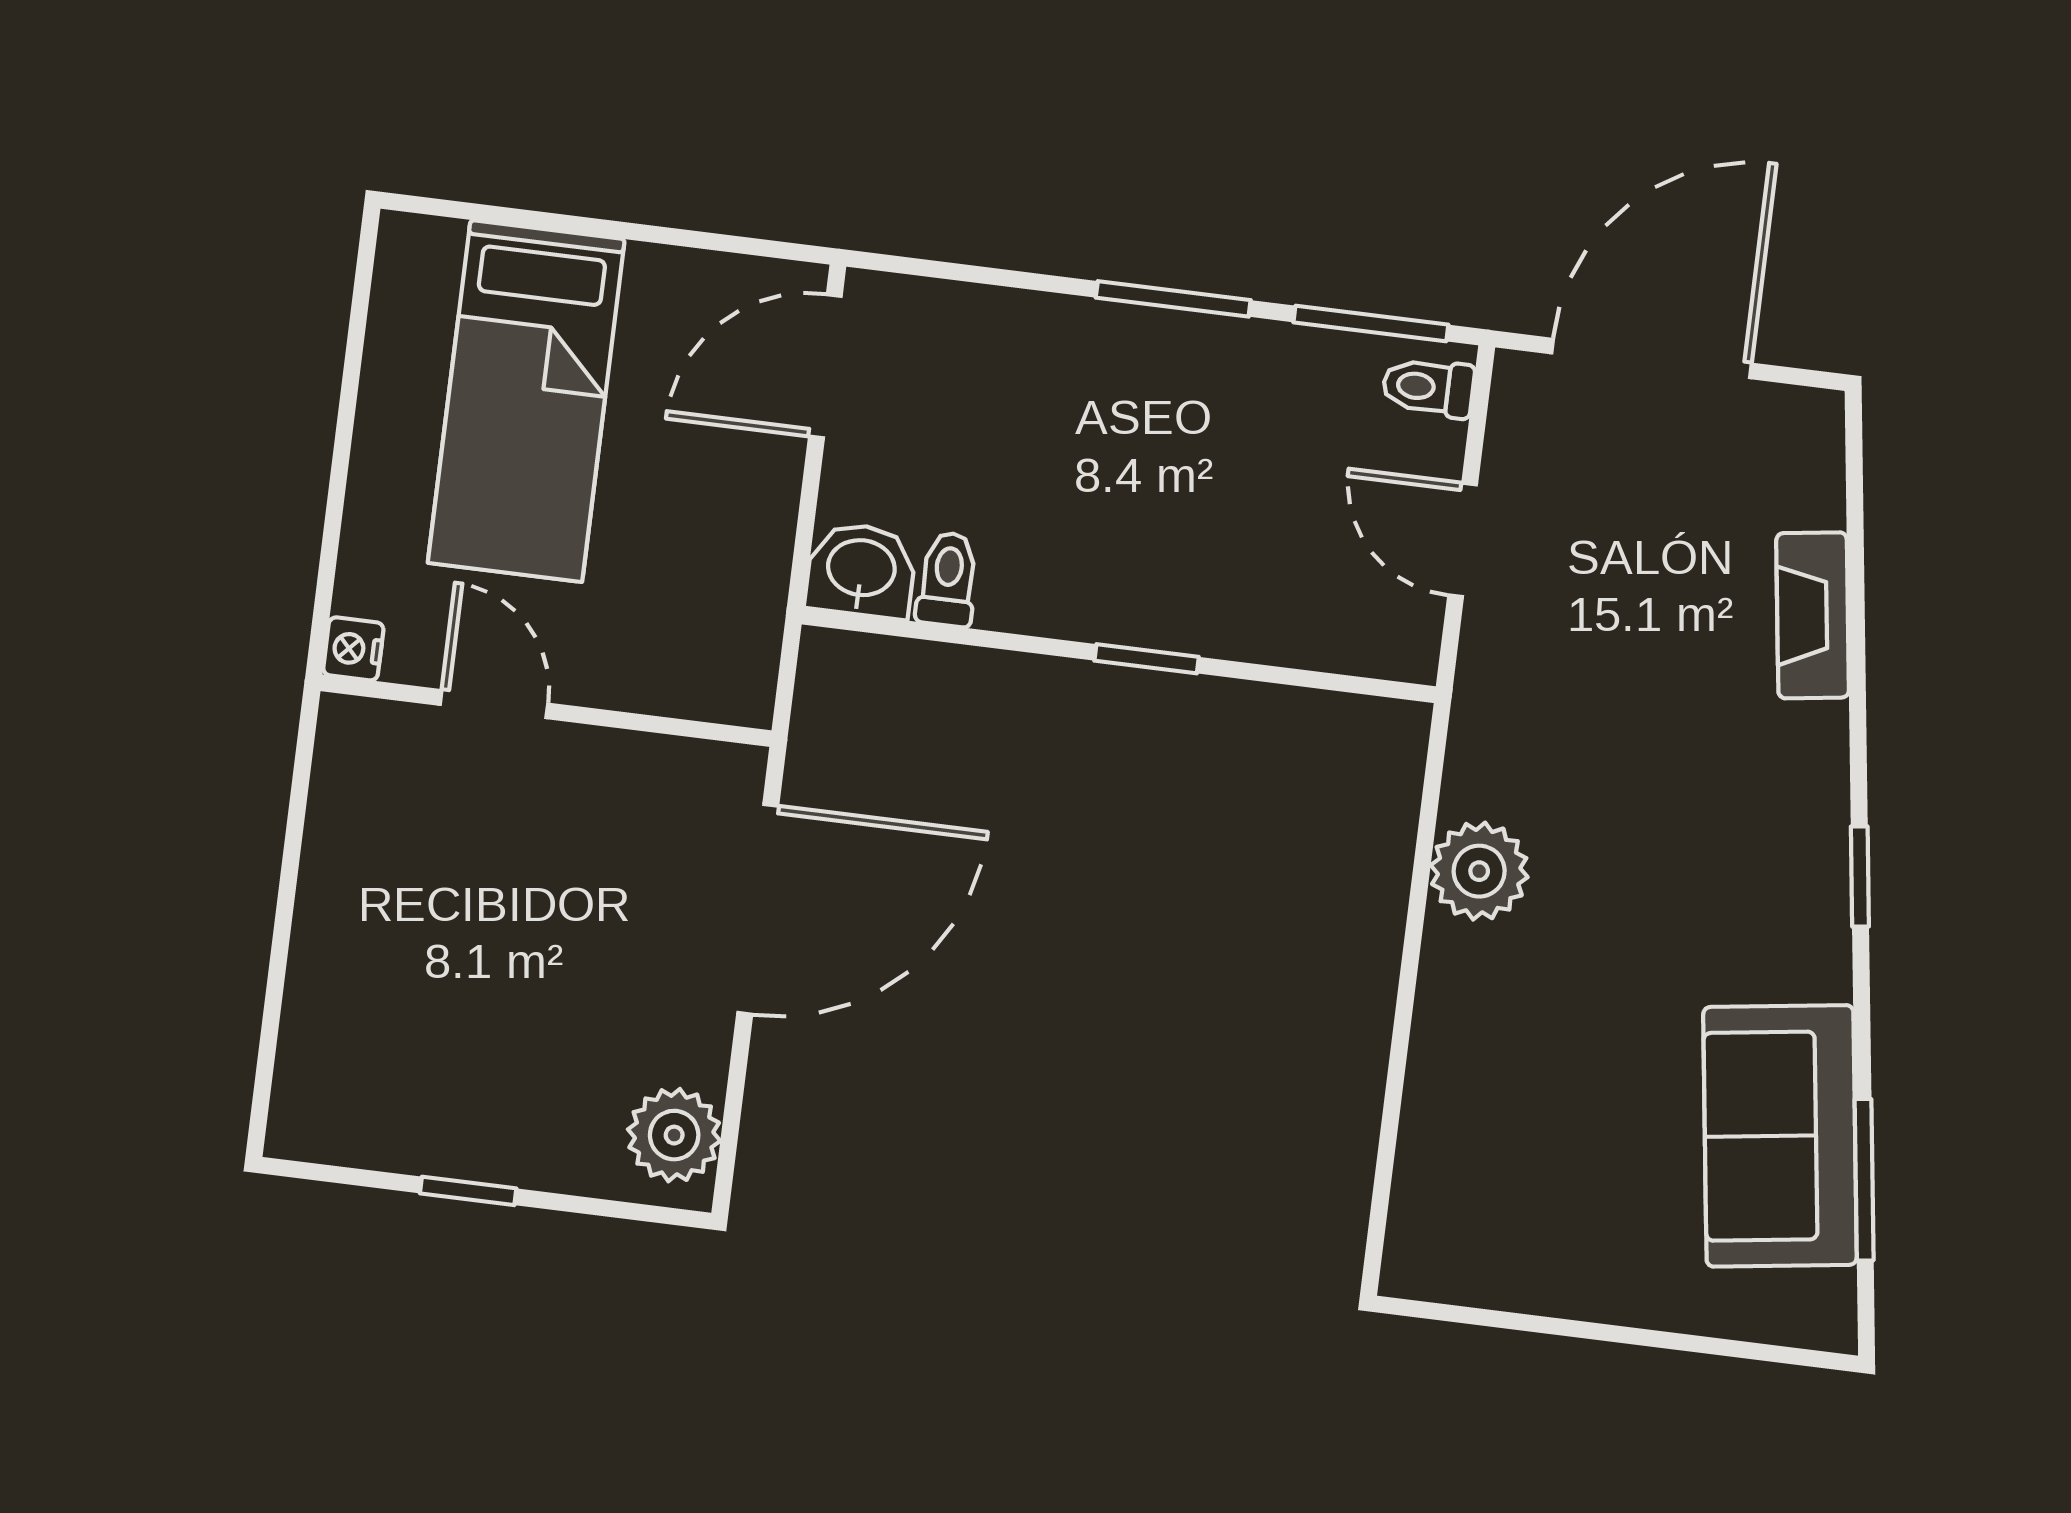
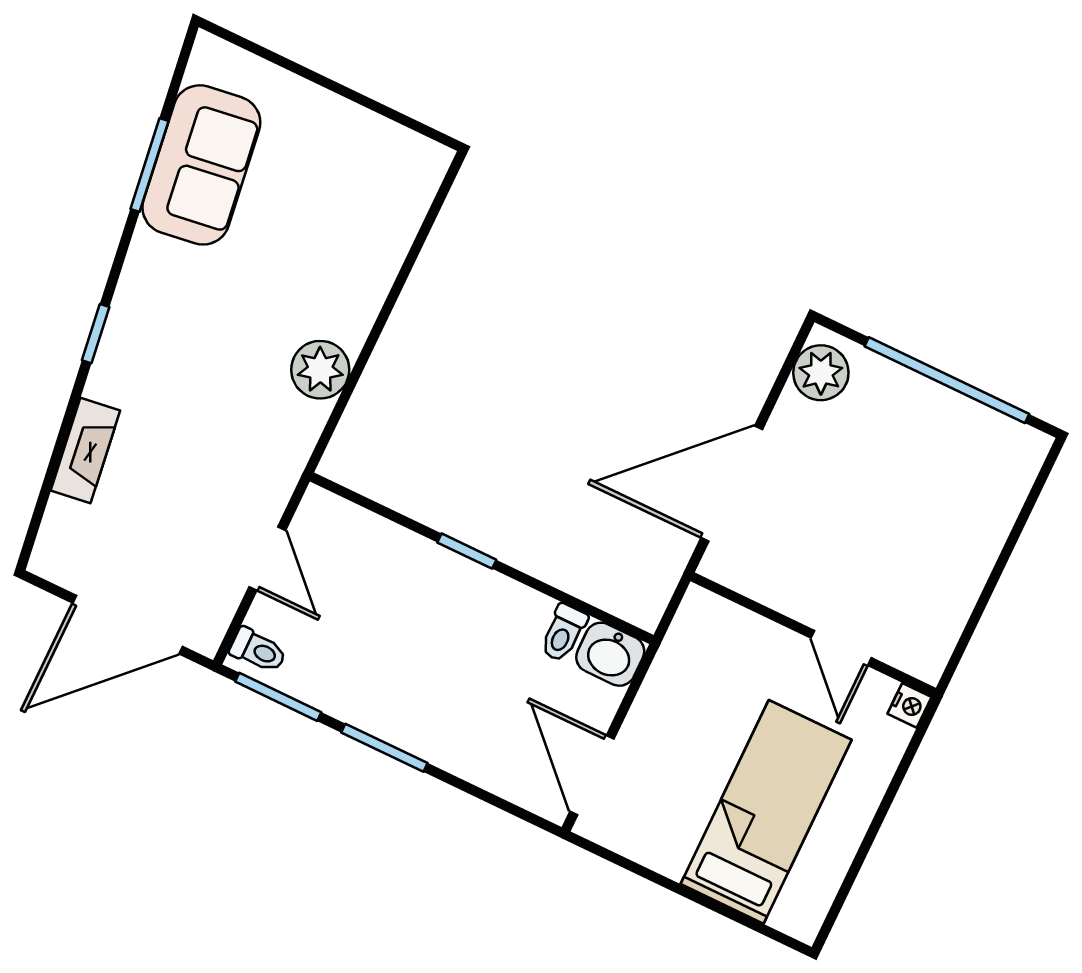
door: (825, 366) -> (592, 775), swing flipped
window: (1860, 876) -> (96, 334), moved
window: (1864, 1180) -> (150, 165), moved
window: (468, 1191) -> (947, 380), width x3.17

